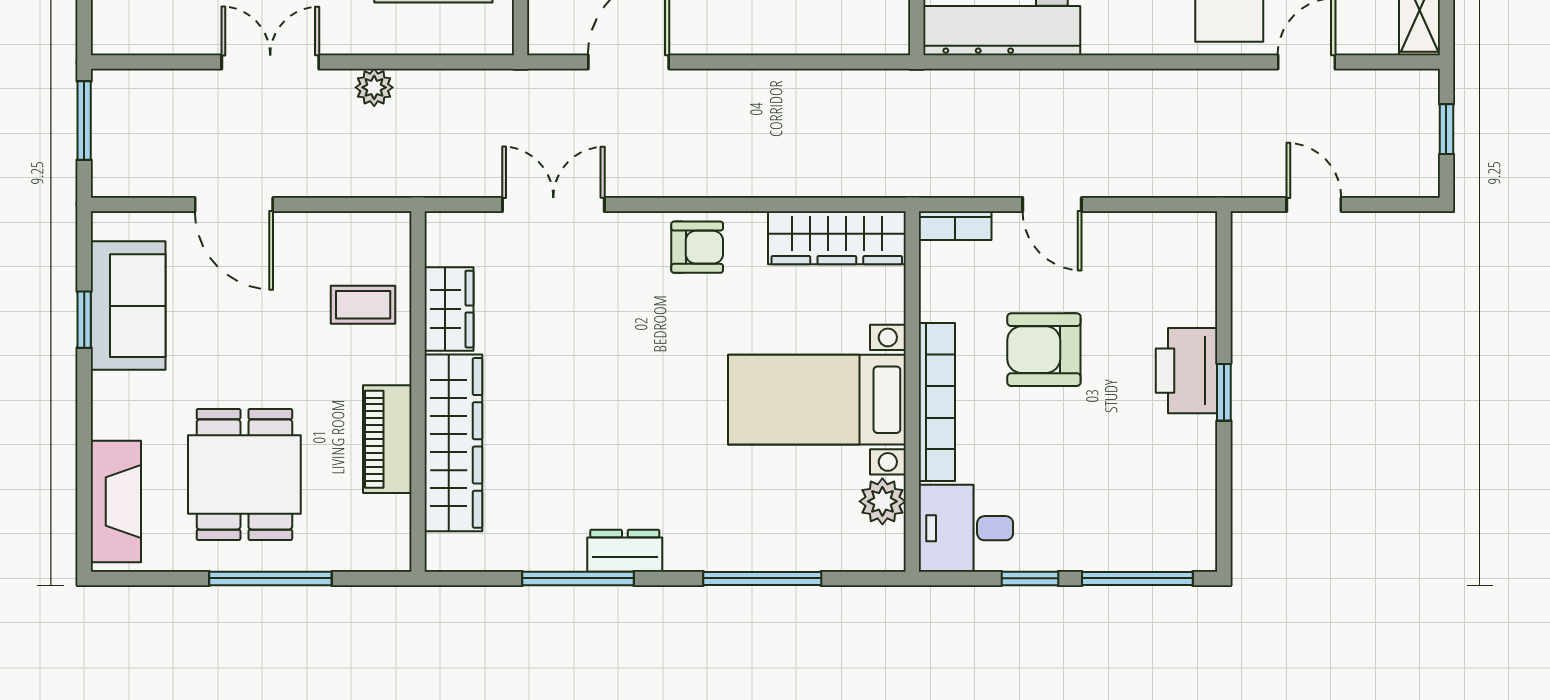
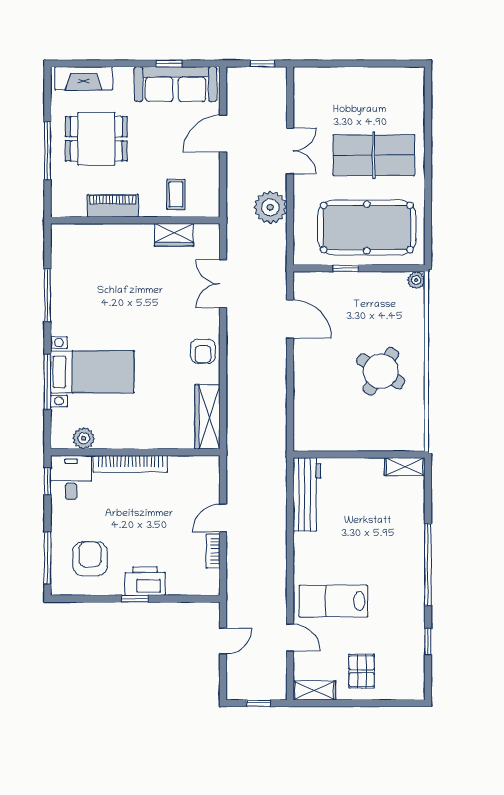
plant: (374, 87) -> (270, 207), width x1.87, depth x1.87
window: (84, 121) -> (262, 63), width x0.67
double door: (553, 204) -> (223, 284), swing flipped
bookcase: (955, 226) -> (213, 551), moved
sofa: (128, 306) -> (176, 84), width x1.36
armchair: (1044, 350) -> (90, 559), moved
bed with nightstands: (817, 400) -> (92, 372), moved, turned 90
wardrobe: (453, 443) -> (111, 237), removed
dresser: (625, 551) -> (60, 317), removed
window: (1030, 578) -> (47, 481), moved

